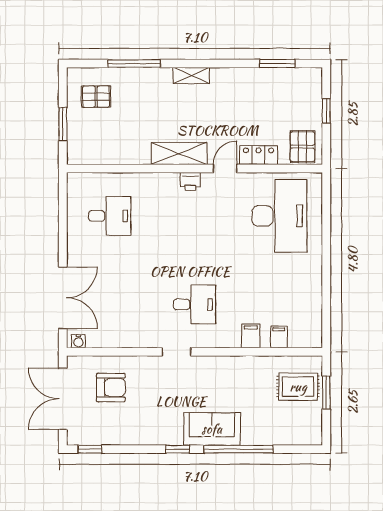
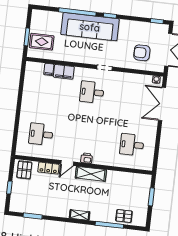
pallet: (96, 97) -> (124, 216), moved
desk: (279, 216) -> (41, 134), width x0.53, depth x0.77
filing cabinet: (251, 336) -> (64, 72), width x2.00
sofa: (212, 429) -> (90, 27), width x1.85, depth x1.27

